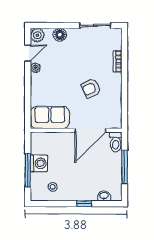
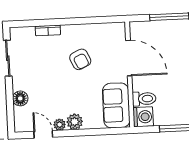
plant: (37, 35) -> (75, 122), moved
toilet: (116, 142) -> (144, 99), moved
washing machine: (39, 163) -> (143, 117), moved, turned 90

